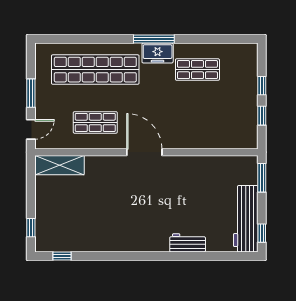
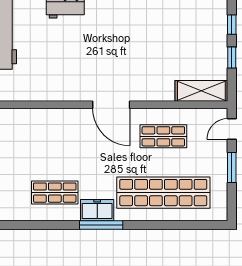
window: (31, 197) -> (232, 58), added

